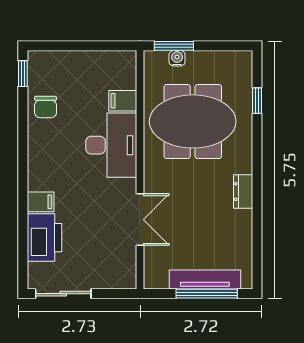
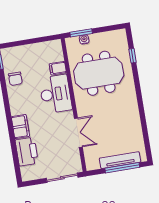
dresser: (243, 192) -> (133, 108), removed
filing cabinet: (41, 202) -> (20, 127), width x2.00
sliding door: (63, 294) -> (62, 178), moved

